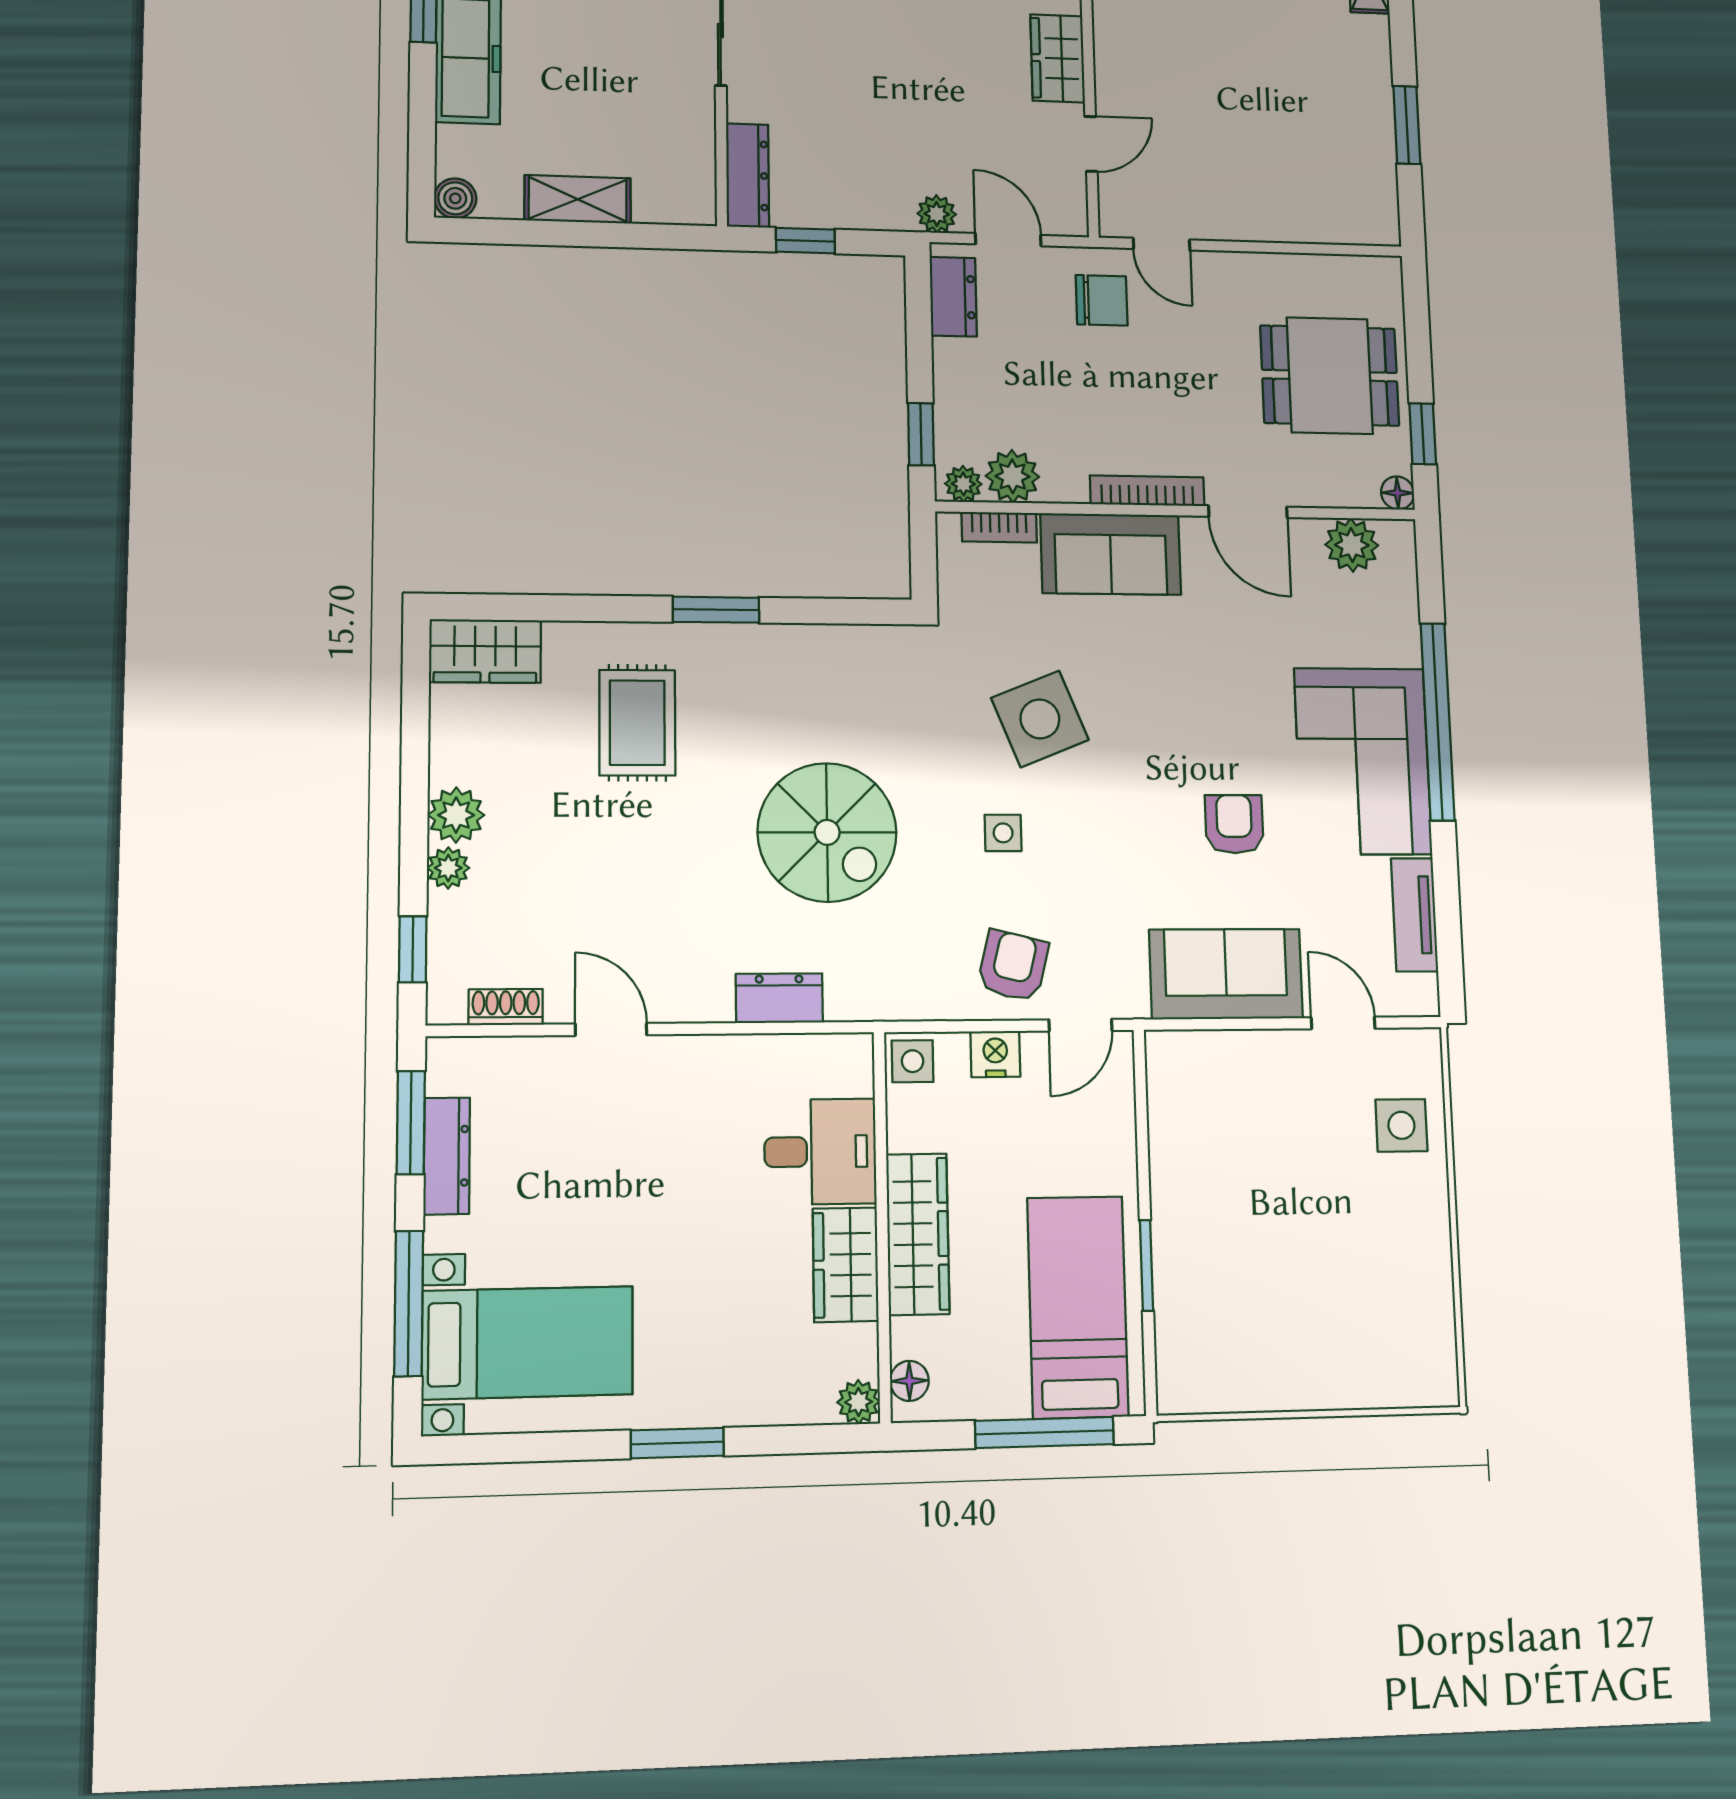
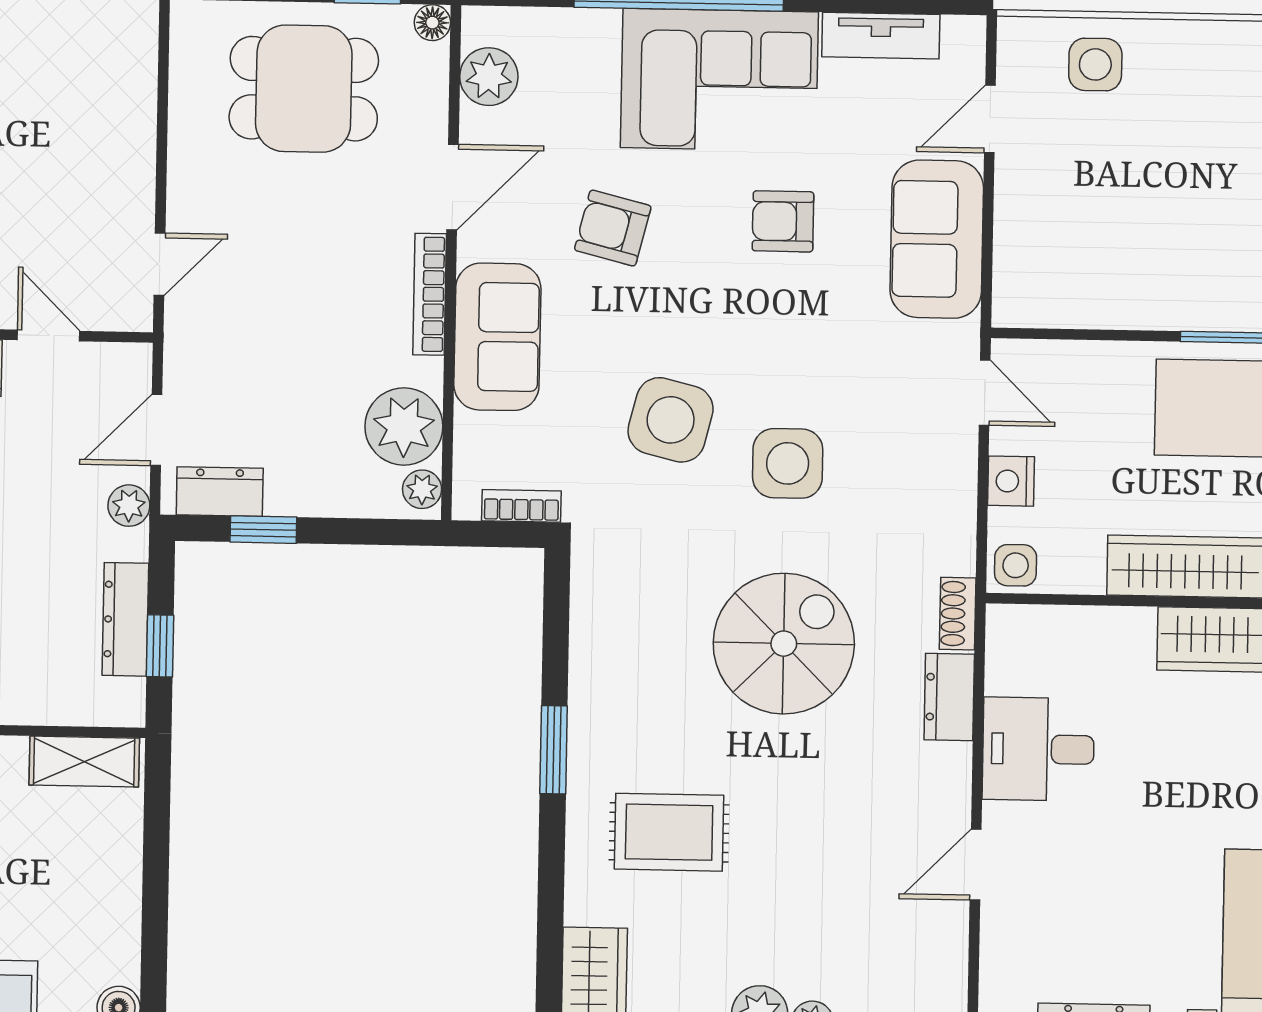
dresser: (748, 175) -> (125, 619), moved, turned -90
shelving: (578, 199) -> (84, 762), moved, turned 90
chair: (1102, 300) -> (222, 333), removed
dining table: (1330, 376) -> (304, 89), turned 90
window: (921, 434) -> (263, 530), moved
plant: (1012, 476) -> (404, 426), width x1.36, depth x1.36
bookcase: (999, 527) -> (521, 506), moved, turned -90
side table: (1040, 719) -> (671, 420), turned 36
side table: (1003, 833) -> (788, 463), width x1.87, depth x1.87
armchair: (1013, 966) -> (613, 228), moved
shoe rack: (506, 1007) -> (958, 614), moved
desk: (820, 1152) -> (1038, 749), moved, turned -90

